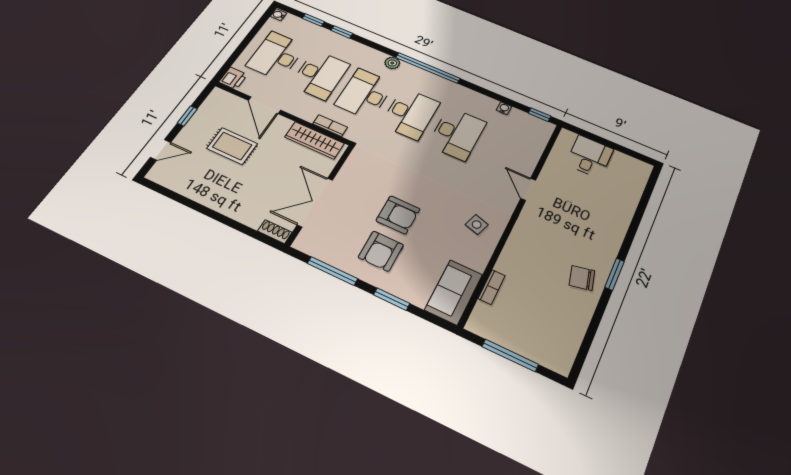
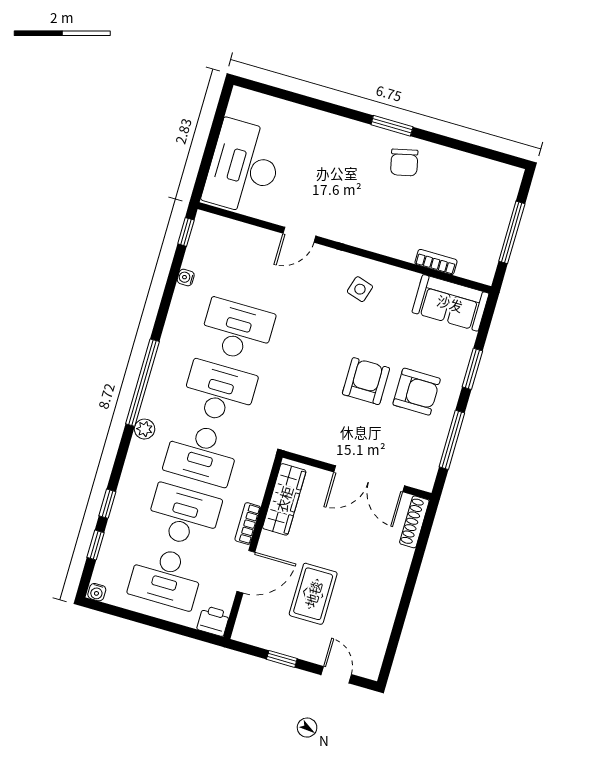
bookcase: (330, 126) -> (248, 524), moved
desk: (589, 157) -> (244, 167), width x1.87, depth x1.30
shoe rack: (275, 232) -> (414, 522), width x1.43

